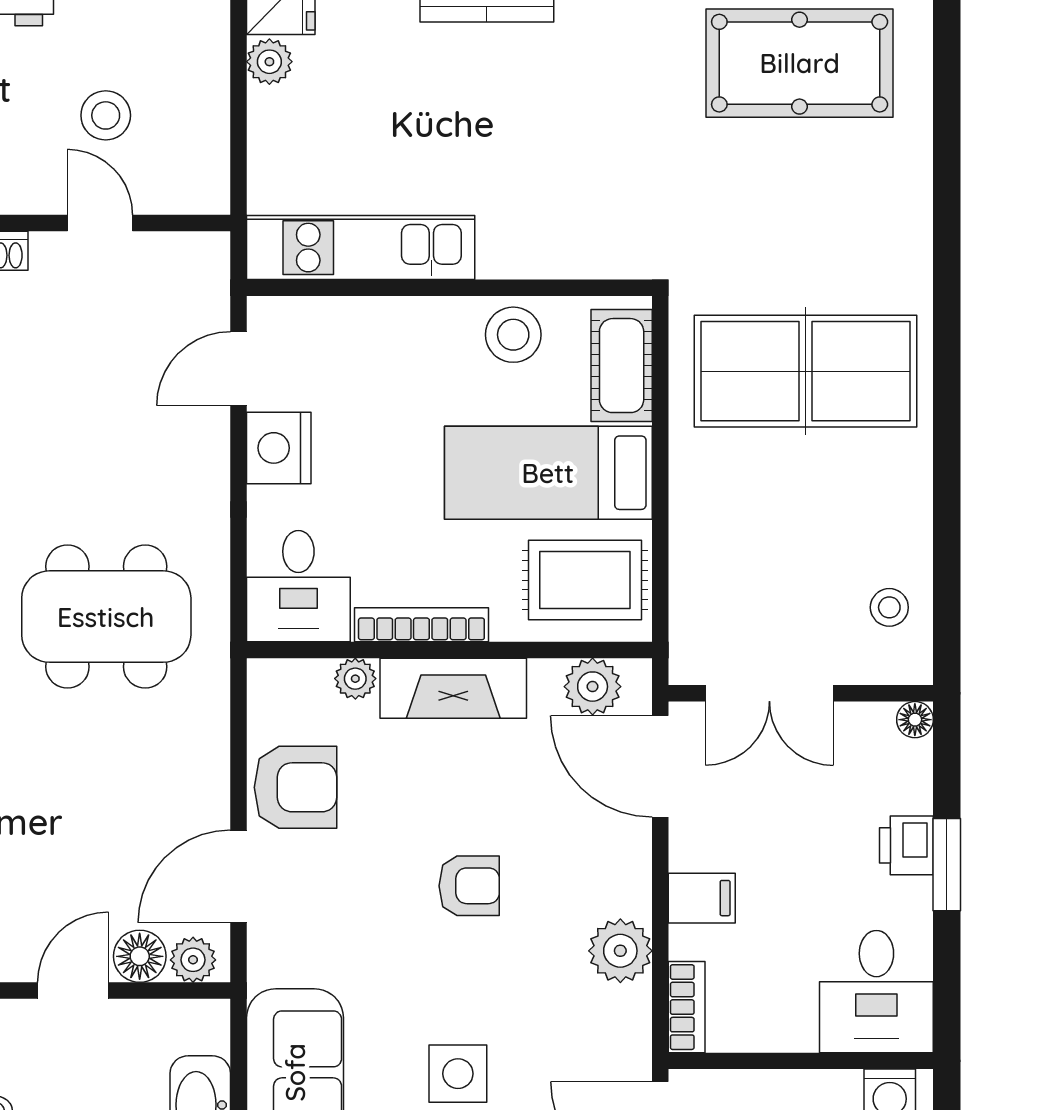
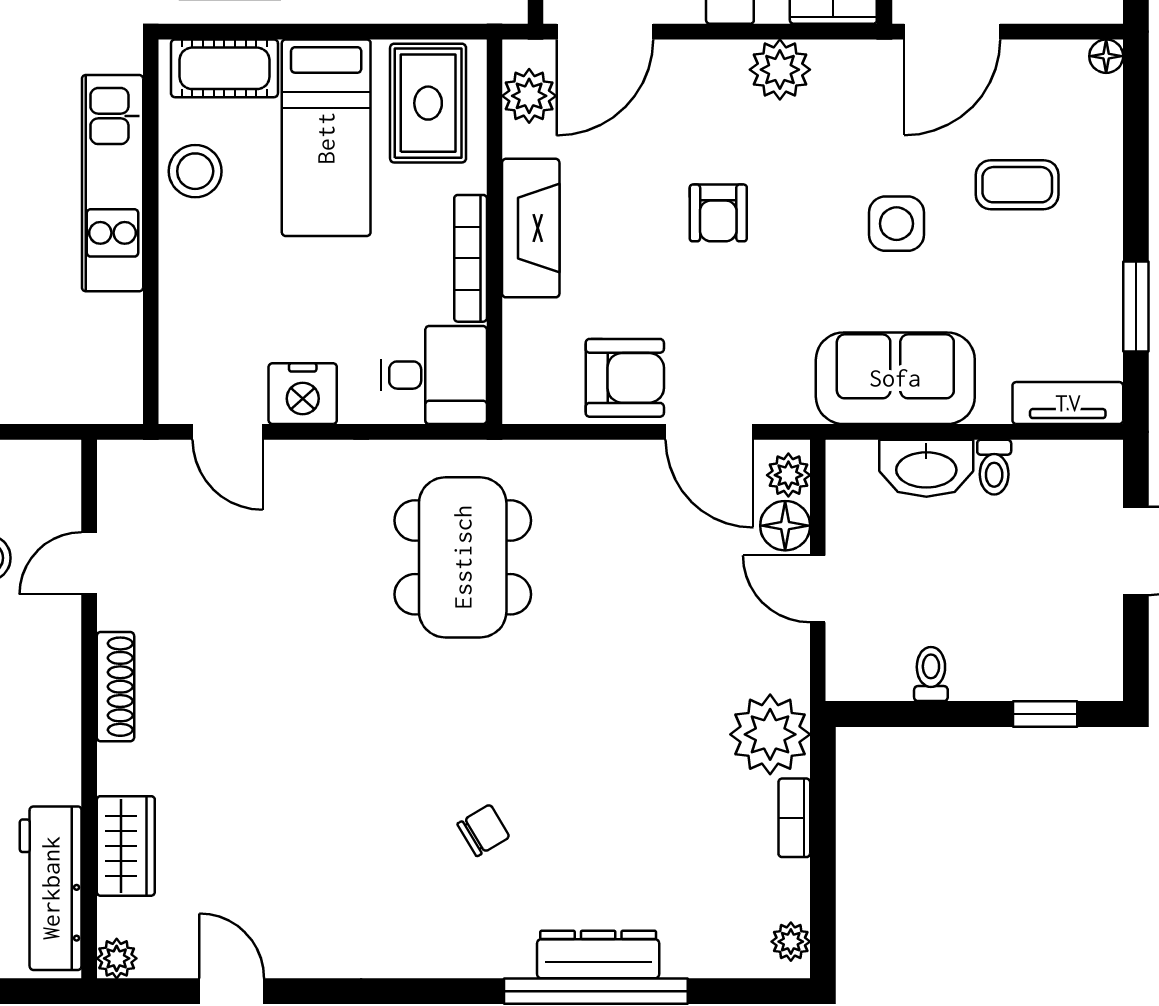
kitchen unit: (361, 248) -> (113, 183), moved
plant: (355, 679) -> (522, 321), removed
armchair: (295, 787) -> (625, 378), turned 90
armchair: (469, 886) -> (718, 213), turned 180

